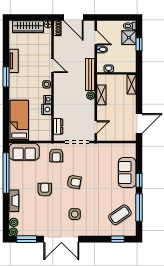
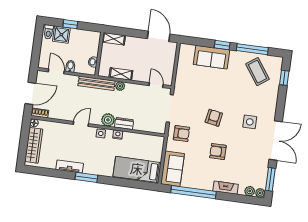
door: (96, 38) -> (56, 71), hinge flipped
plant: (59, 89) -> (108, 120), added
nightstand: (47, 109) -> (129, 137), removed
dresser: (58, 126) -> (124, 124), moved

